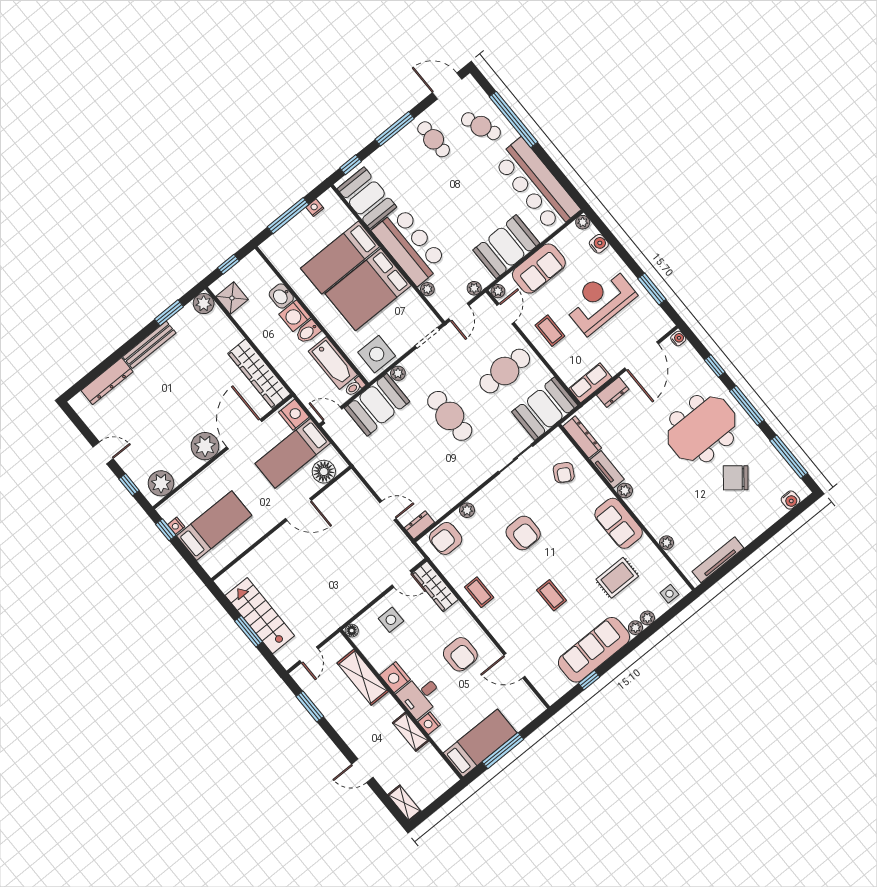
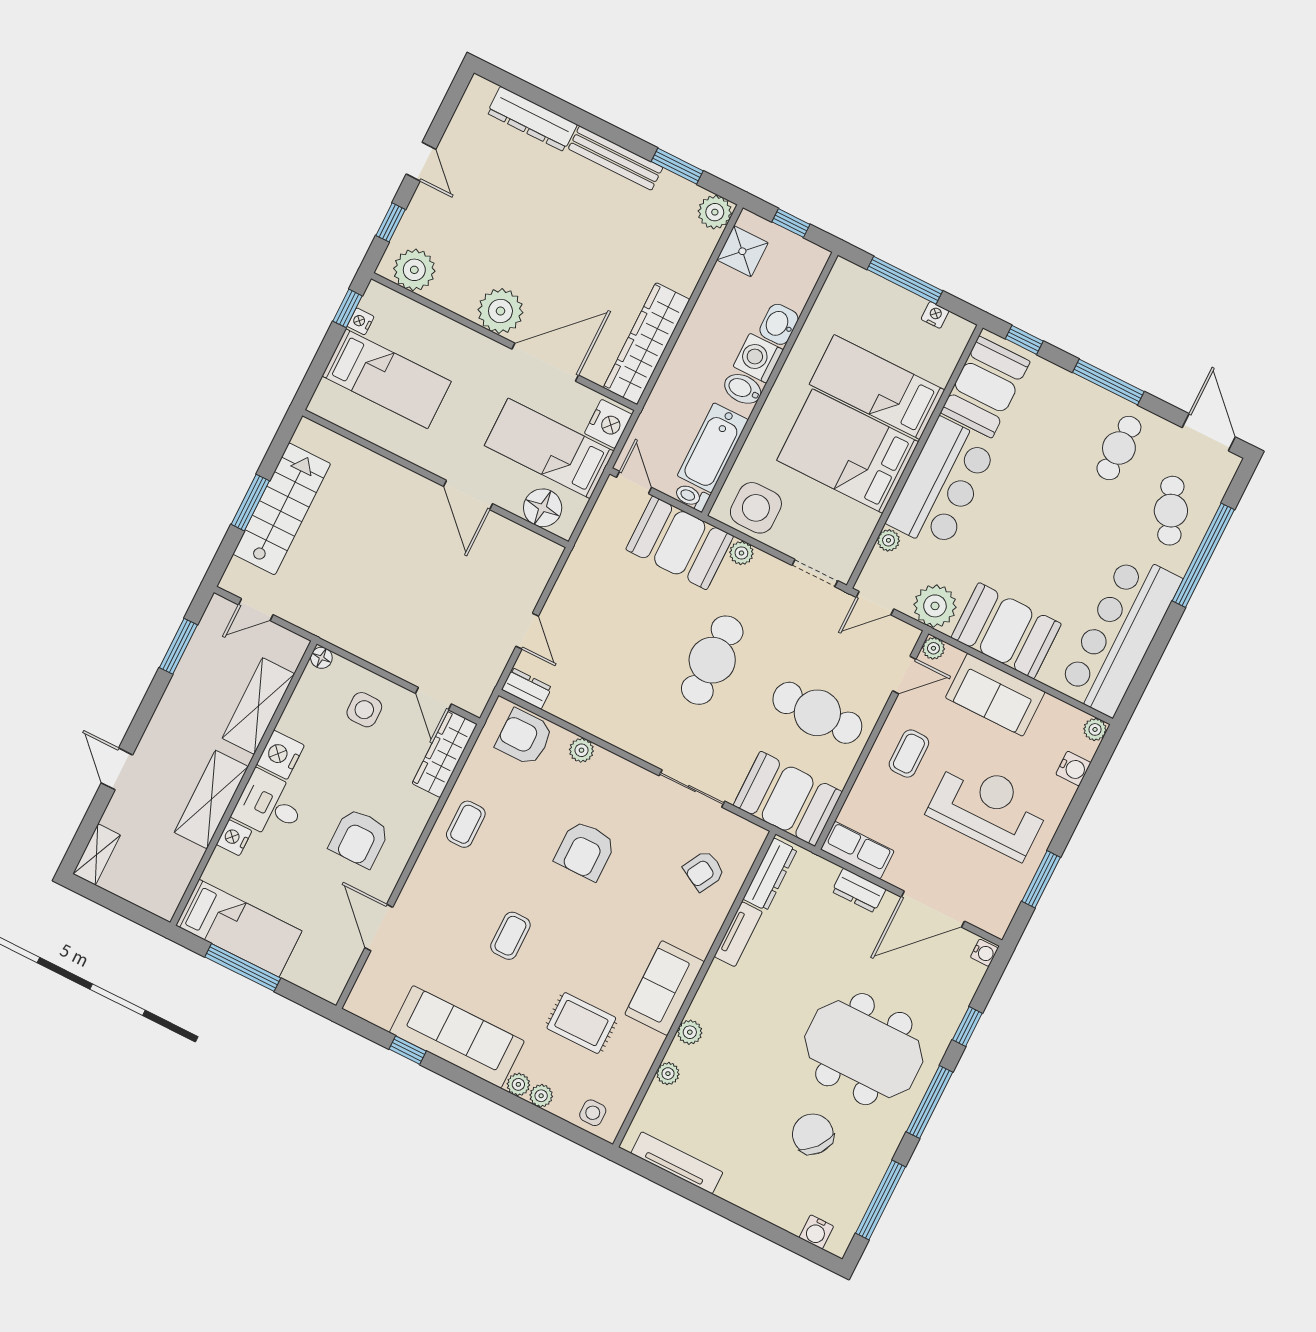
plant: (474, 288) -> (935, 606), width x1.87, depth x1.87
plant: (625, 491) -> (690, 1032), moved
shelving: (411, 732) -> (211, 799), width x1.50, depth x1.33

